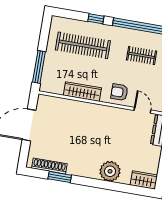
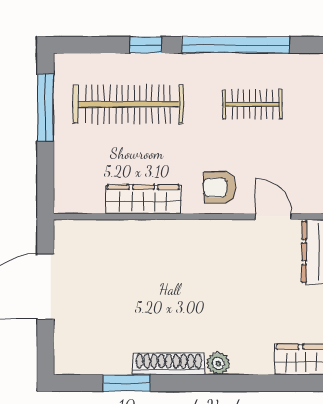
window: (39, 67) -> (45, 108), moved
shoe rack: (49, 166) -> (169, 364), moved
plant: (110, 171) -> (218, 364), width x0.53, depth x0.53

